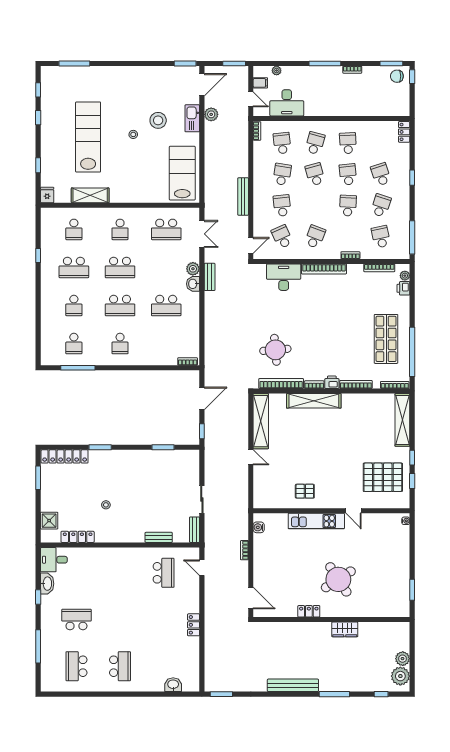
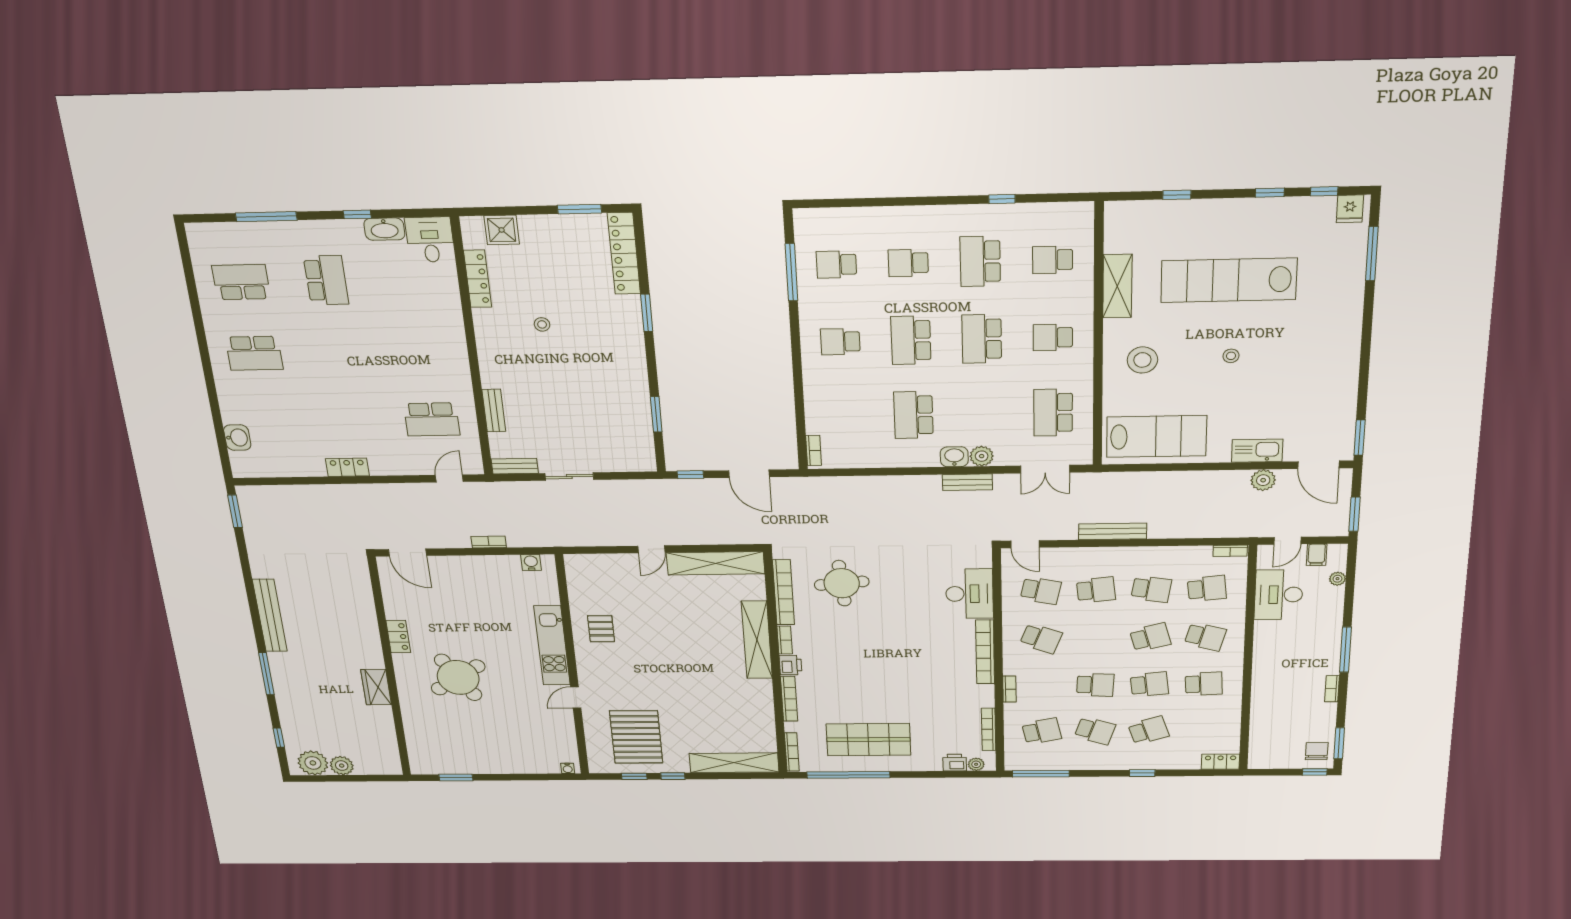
stool: (158, 120) -> (1142, 360), moved
lab bench: (88, 137) -> (1229, 280), turned 180
fridge: (47, 195) -> (1350, 209), moved, turned 90
school desk: (282, 237) -> (1041, 591), turned 36
door: (251, 598) -> (408, 553), hinge flipped

